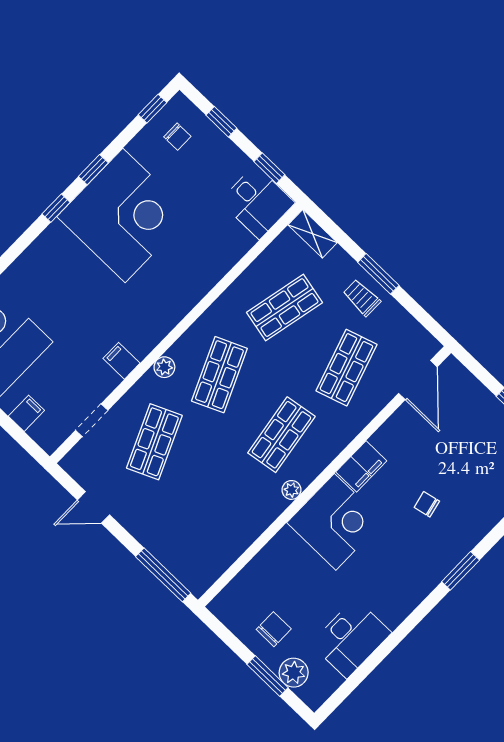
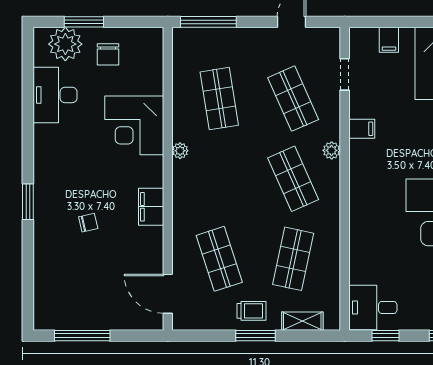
shelving: (313, 234) -> (302, 321), moved
shop shelf: (281, 435) -> (219, 99), moved
corner desk: (335, 522) -> (134, 125), moved
plant: (294, 673) -> (65, 44), width x1.36, depth x1.36

